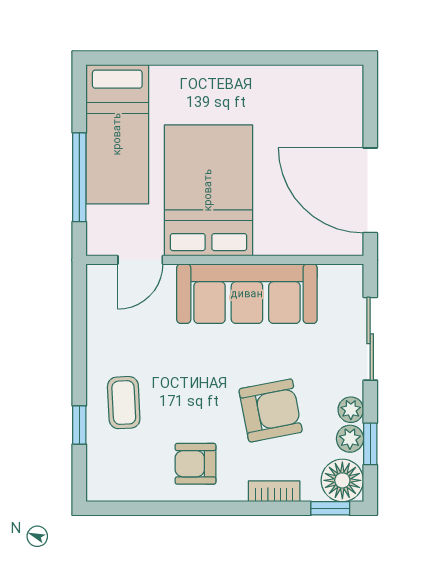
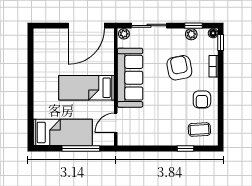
bed: (208, 190) -> (86, 88), width x0.67
door: (140, 260) -> (116, 123), swing flipped
coffee table: (124, 403) -> (199, 130), moved
plant: (351, 410) -> (124, 34), moved
floor lamp: (342, 480) -> (213, 33), width x0.53, depth x0.53

